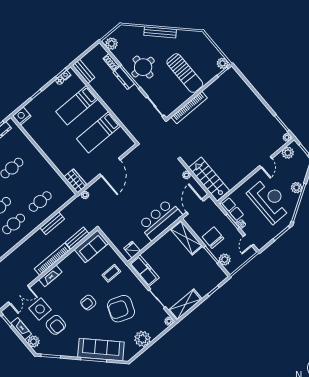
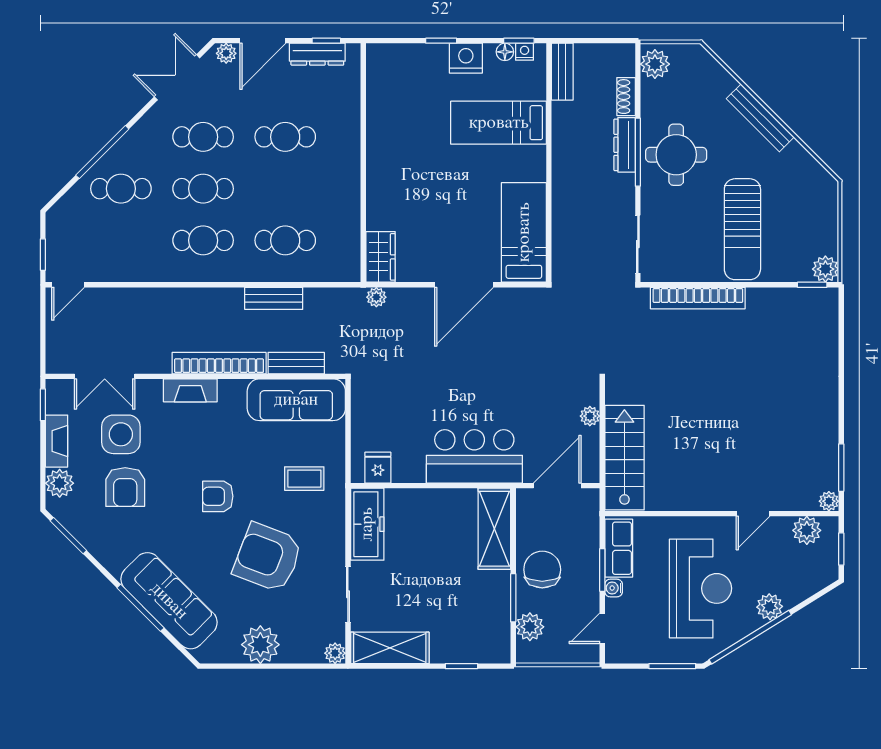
nightstand: (22, 116) -> (466, 58), moved
bed: (99, 132) -> (524, 232), moved, turned 90
sofa: (91, 246) -> (296, 400), width x1.36

